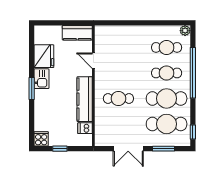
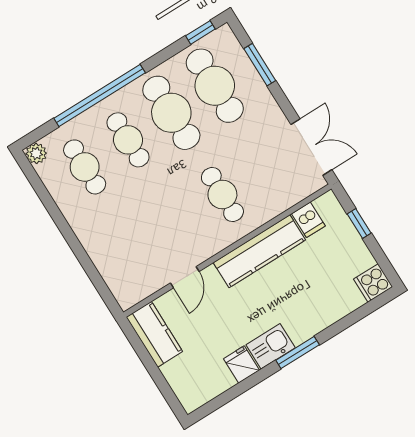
fridge: (44, 56) -> (241, 364), width x0.53, depth x0.75
window: (60, 149) -> (359, 223), moved
double door: (128, 149) -> (311, 147), moved

